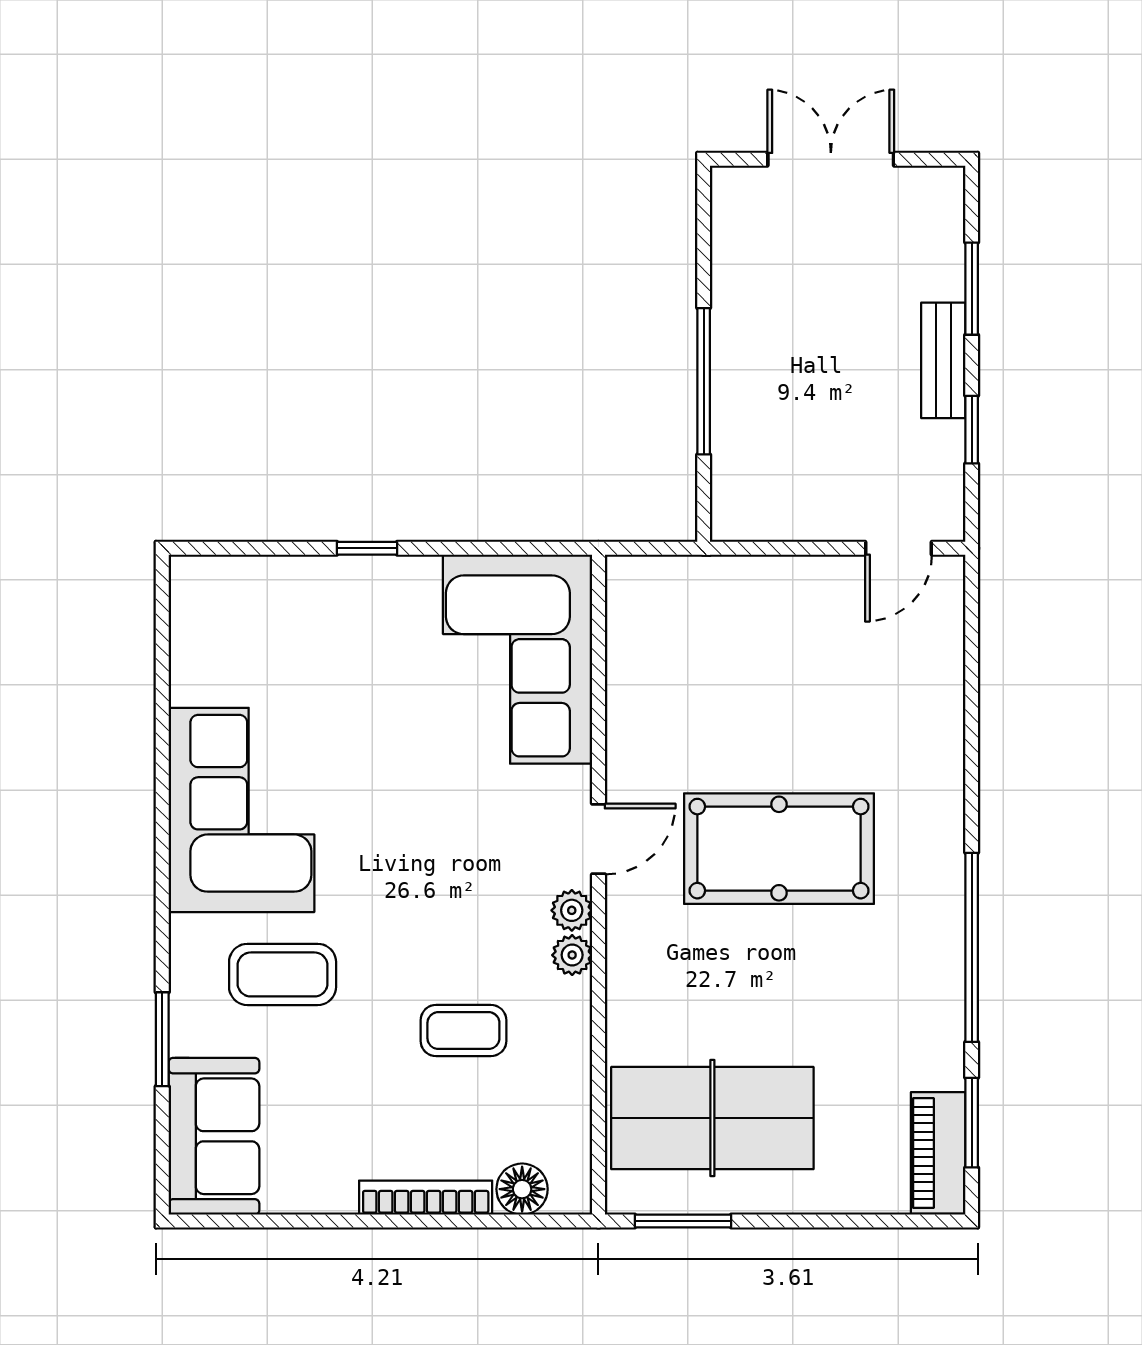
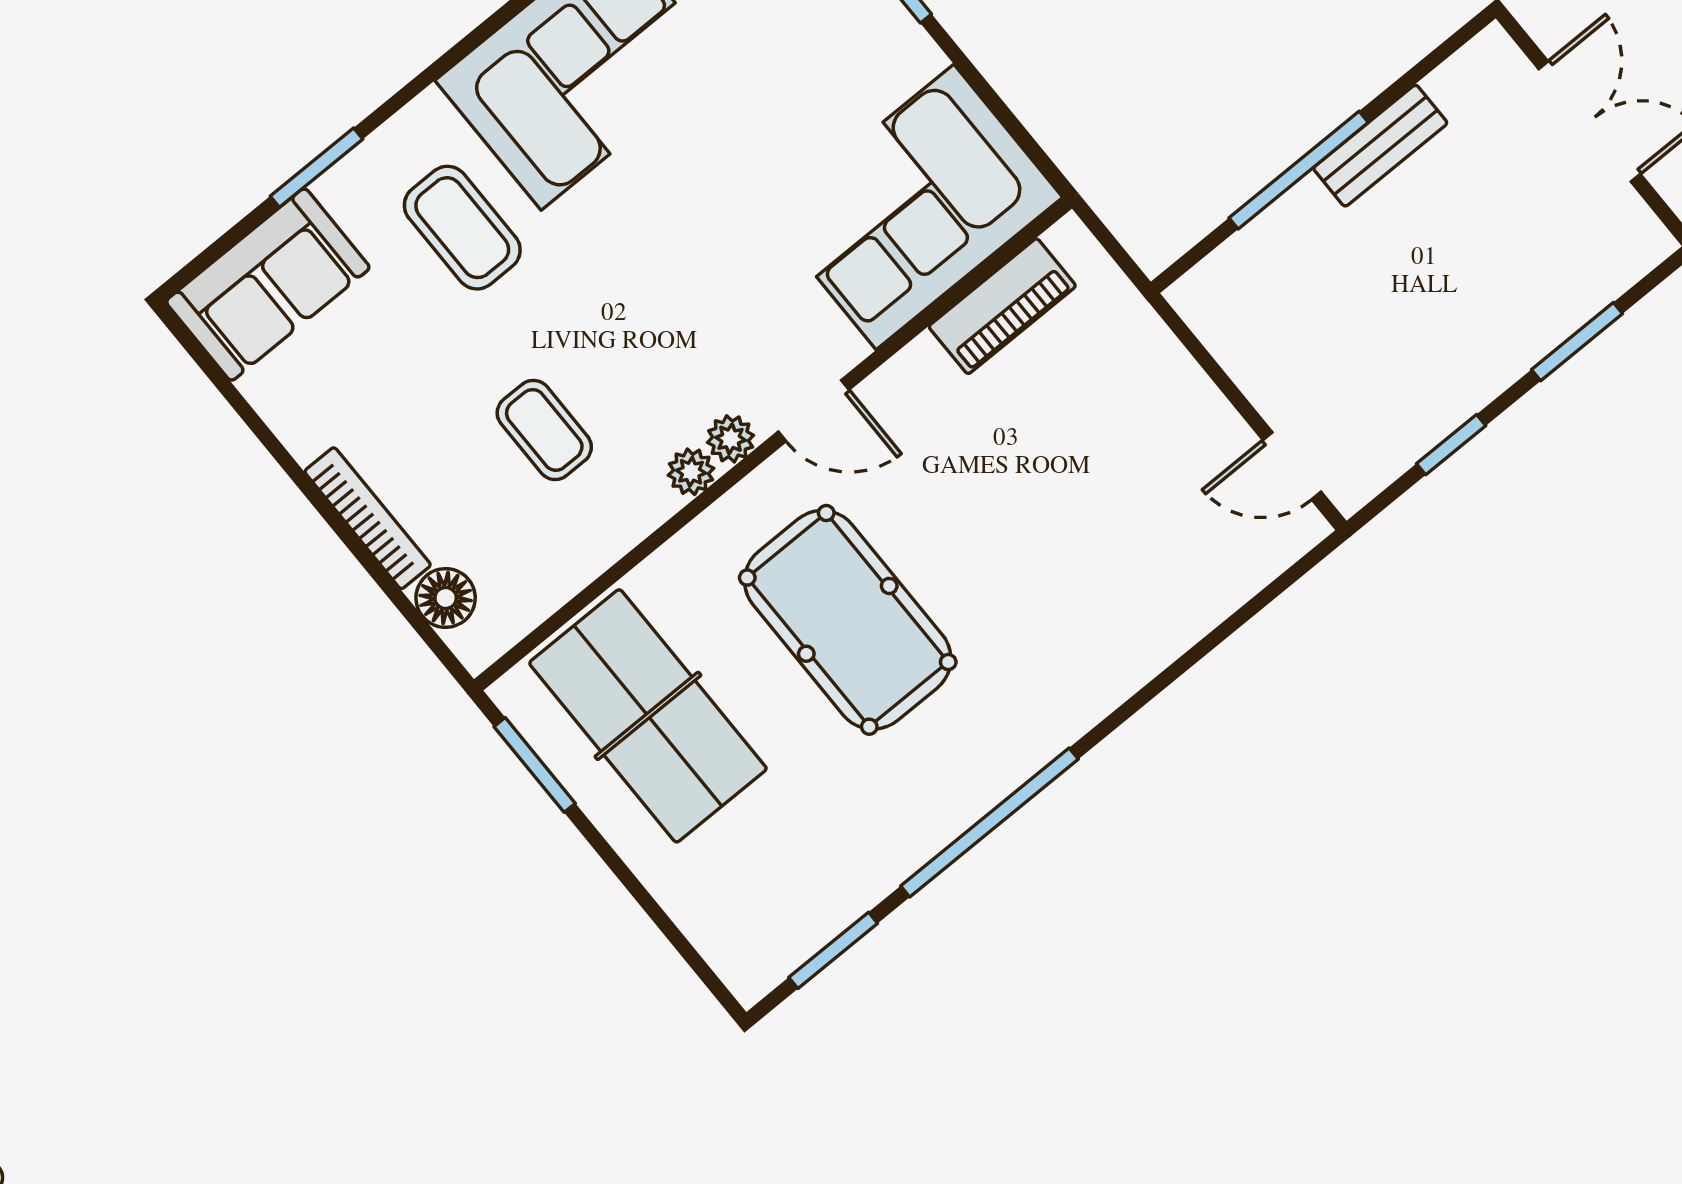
bench: (943, 360) -> (1380, 146), moved
pool table: (779, 849) -> (848, 620), moved
piano: (938, 1153) -> (1002, 306), moved, turned 180

